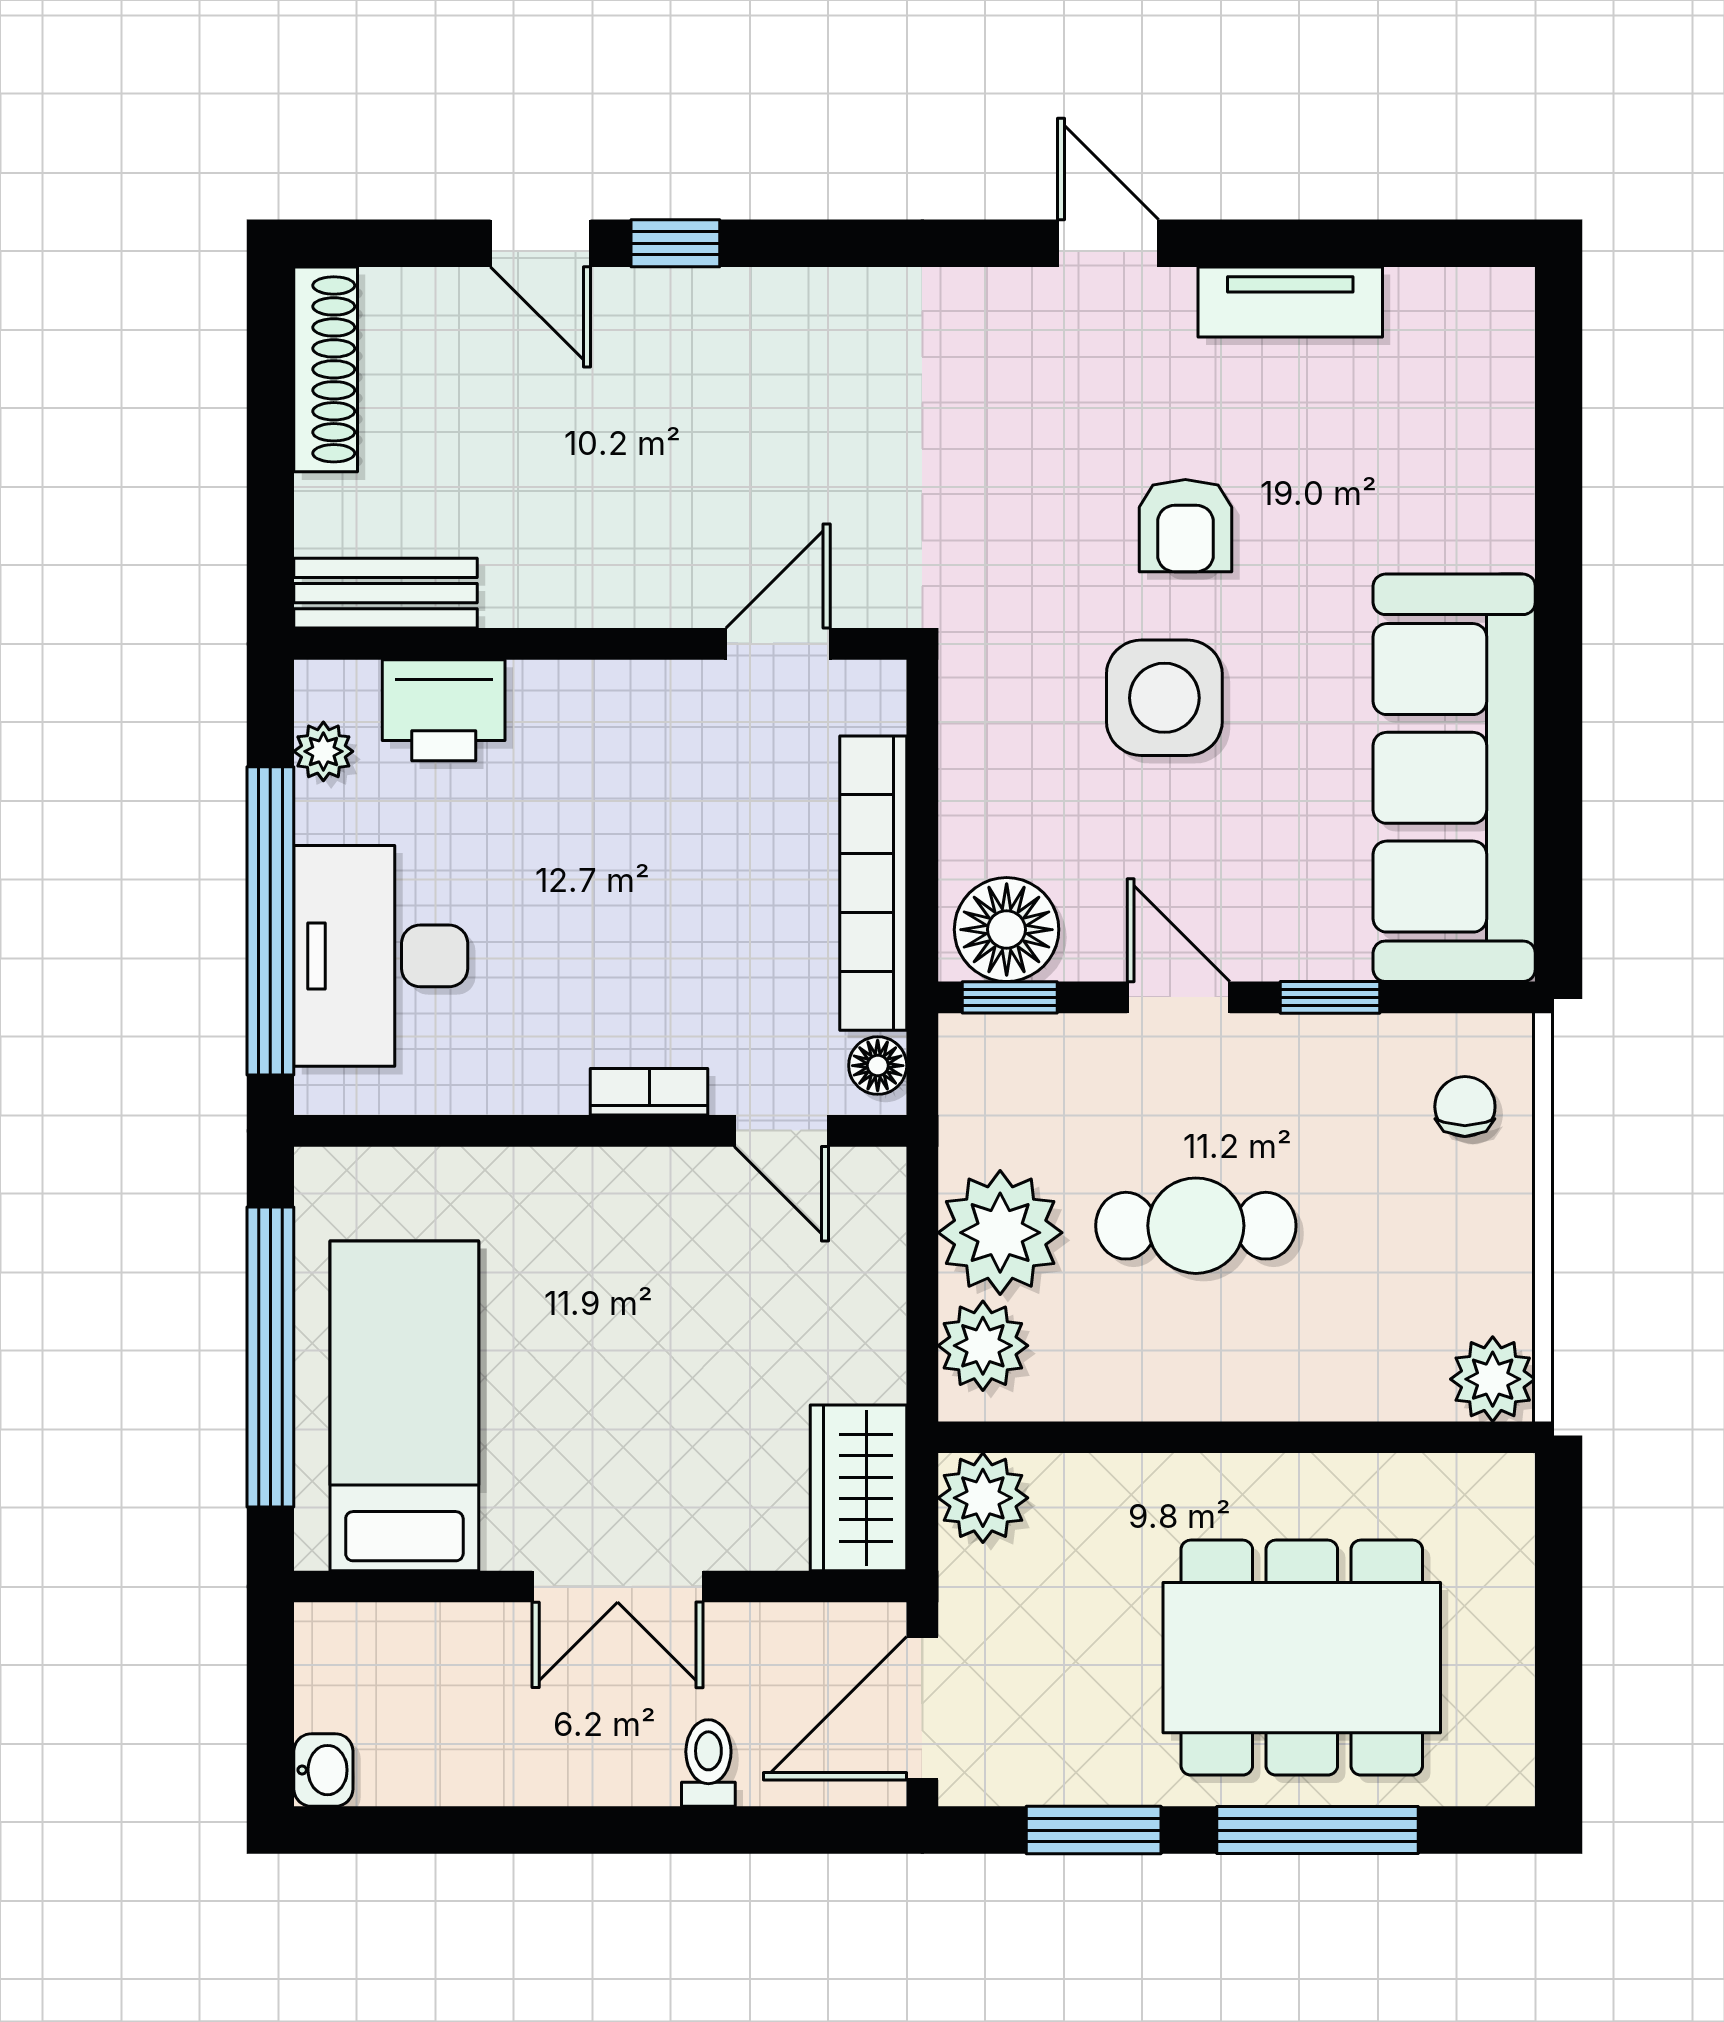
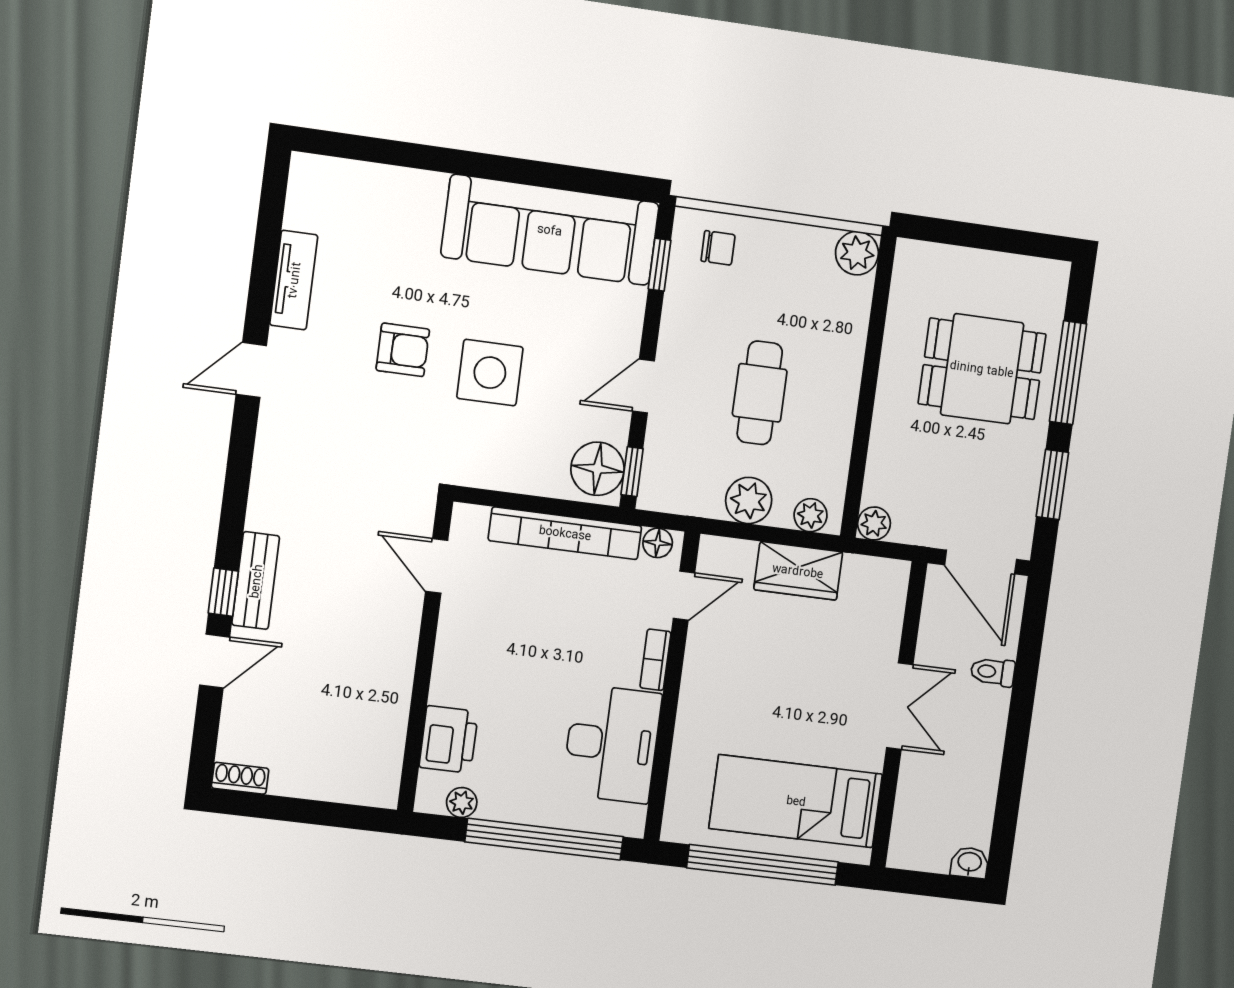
shoe rack: (326, 369) -> (240, 778), width x0.51, depth x0.81
bench: (386, 593) -> (256, 581), moved
desk: (381, 956) -> (612, 744), moved, turned -90
window: (1330, 997) -> (660, 265), moved
chair: (1465, 1107) -> (718, 248), turned 180
plant: (1000, 1233) -> (749, 500), width x0.73, depth x0.73
plant: (983, 1346) -> (811, 515), width x0.73, depth x0.73
wardrobe: (859, 1488) -> (798, 571), moved
plant: (983, 1498) -> (874, 523), width x0.73, depth x0.73
dining table: (1302, 1658) -> (982, 369), width x0.73

